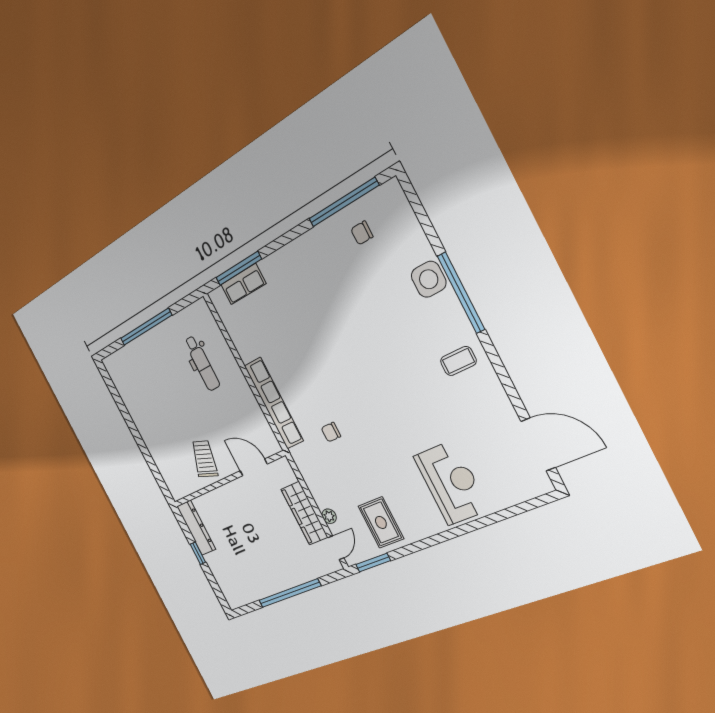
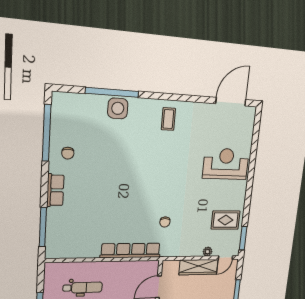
chair: (362, 233) -> (68, 153), moved
row of seats: (243, 284) -> (55, 190), moved
window: (461, 293) -> (112, 92), moved
door: (336, 548) -> (225, 258), swing flipped

